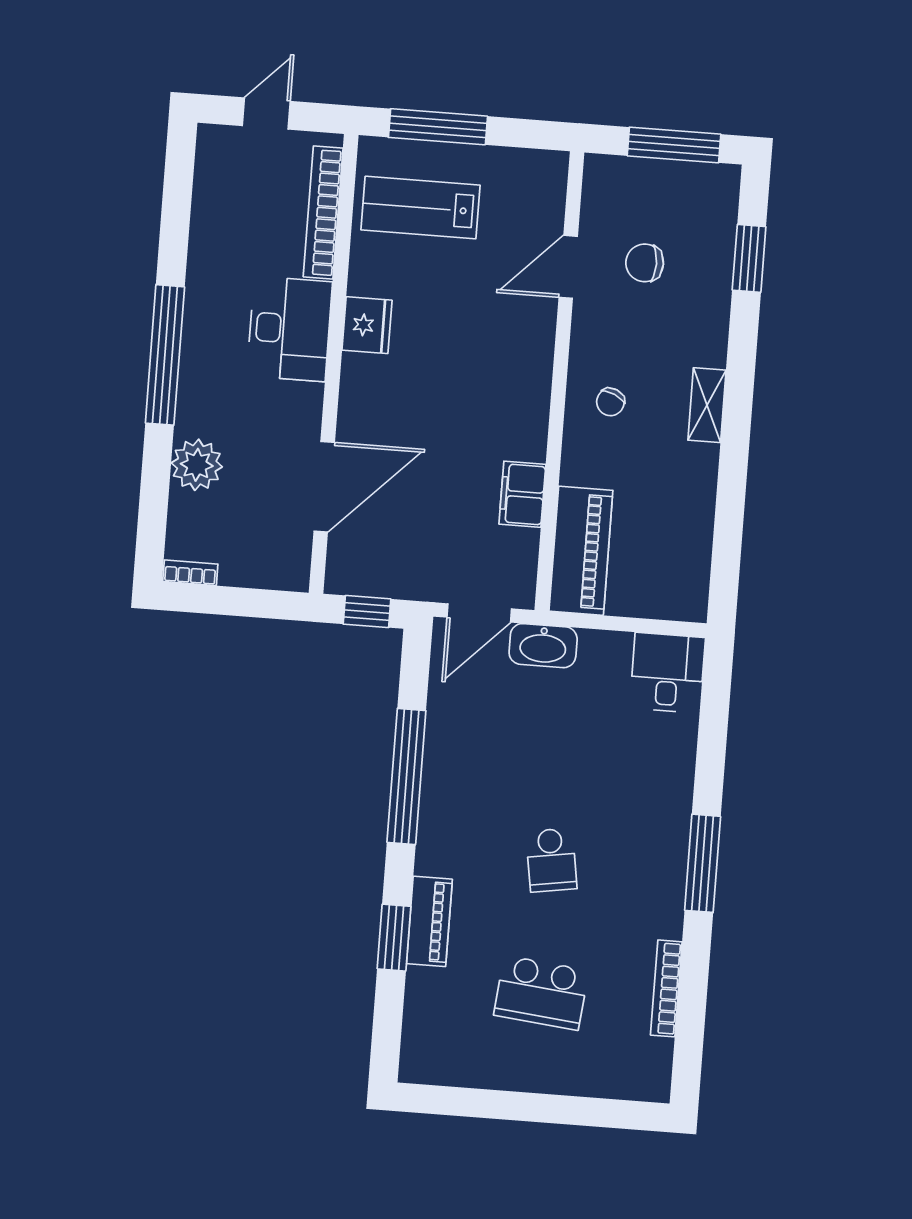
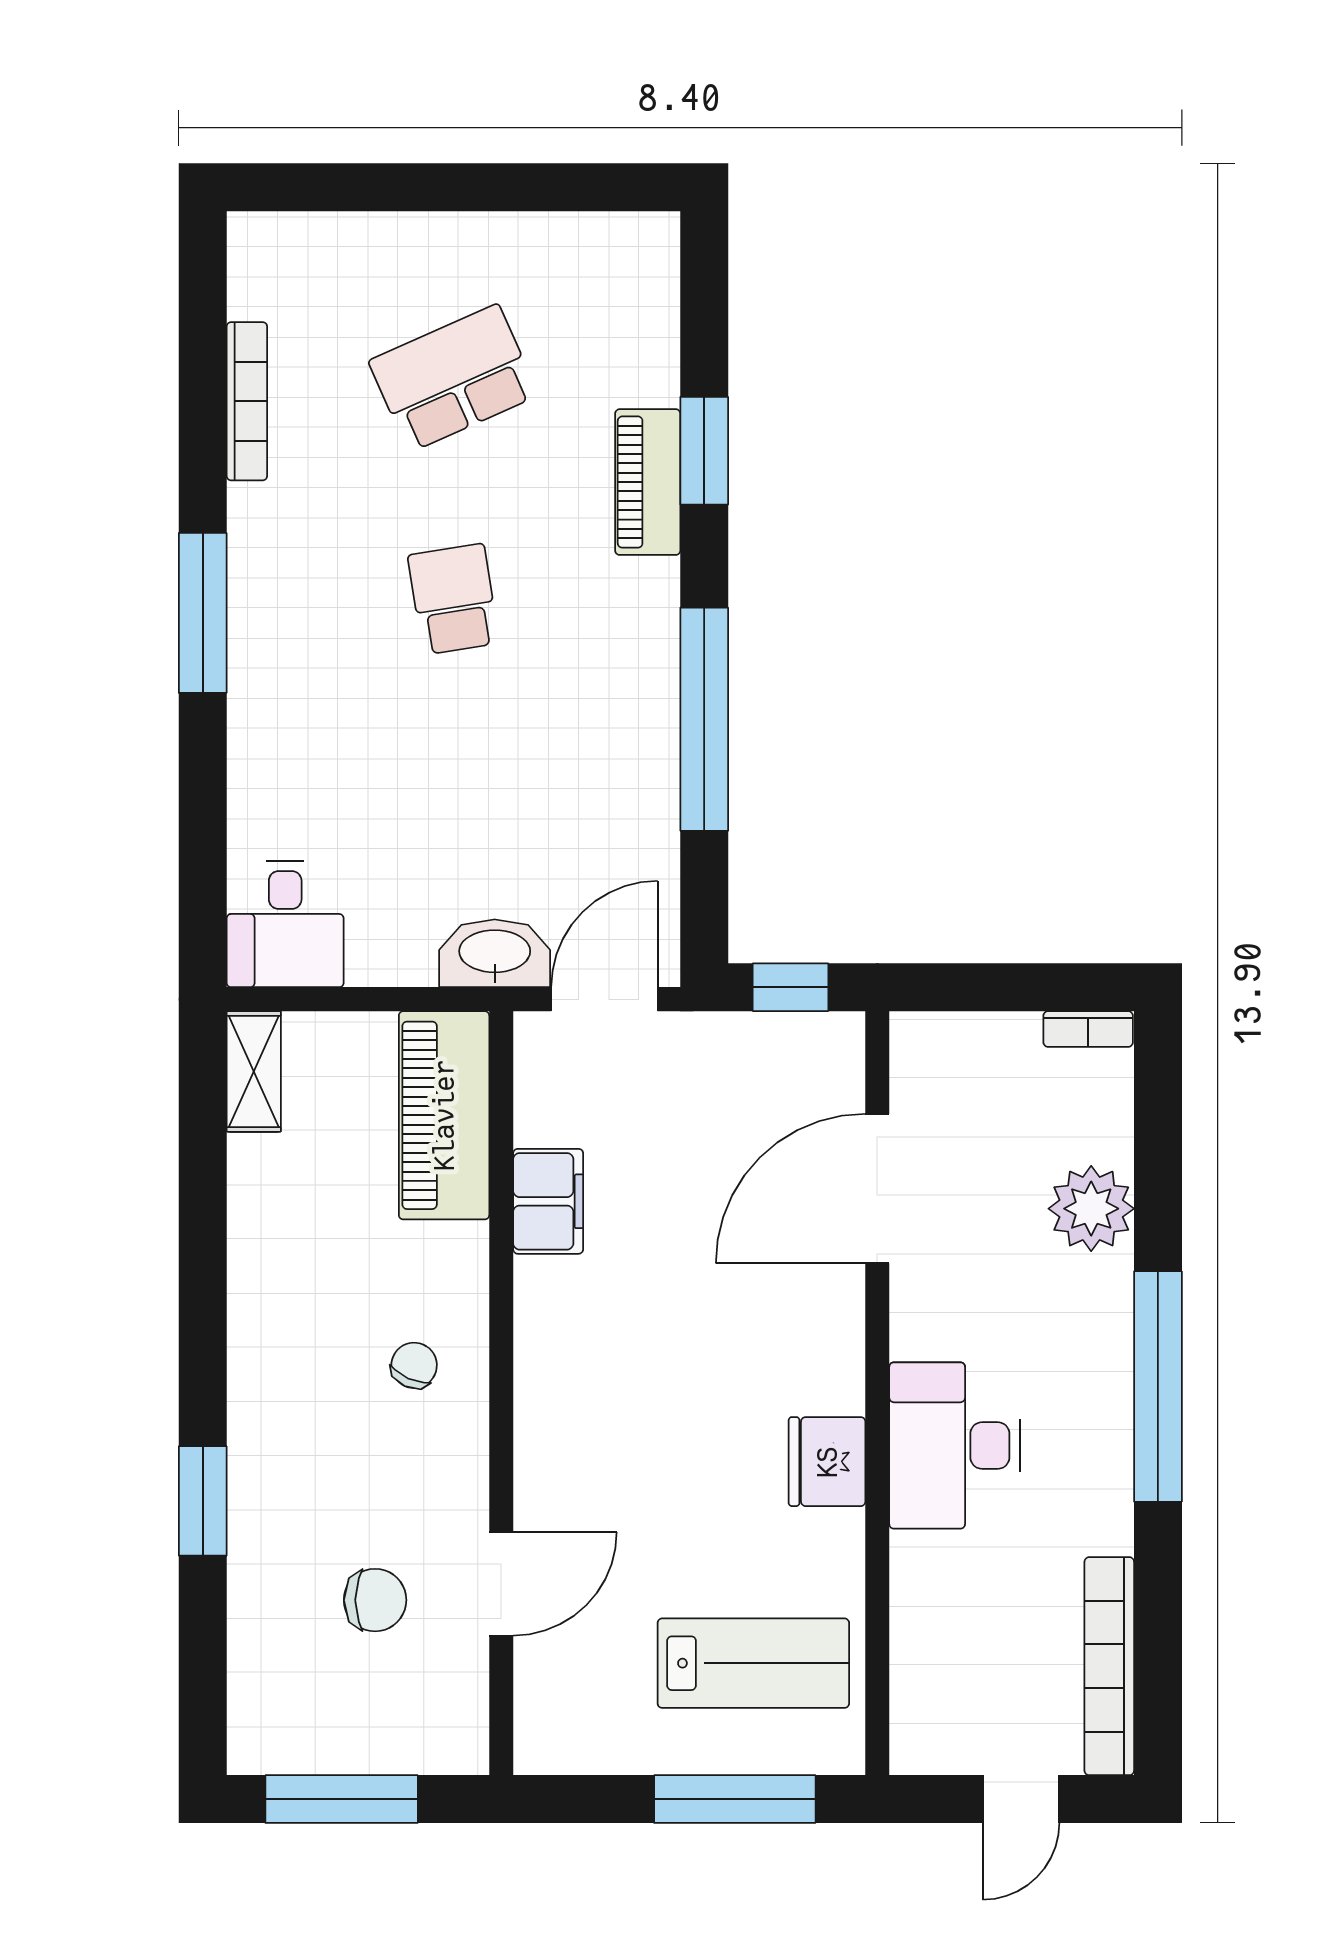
bookcase: (323, 213) -> (1109, 1666), moved, turned 180
window: (749, 258) -> (203, 1501), moved
shelving: (707, 405) -> (254, 1072), moved
school desk: (541, 993) -> (453, 378), turned -30

